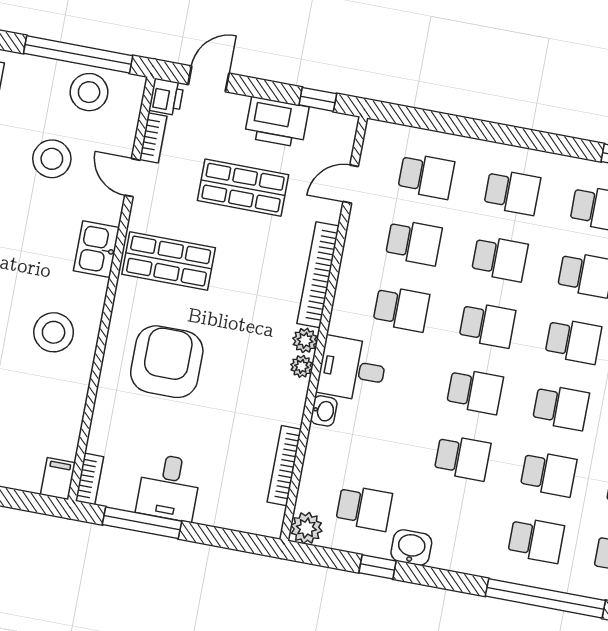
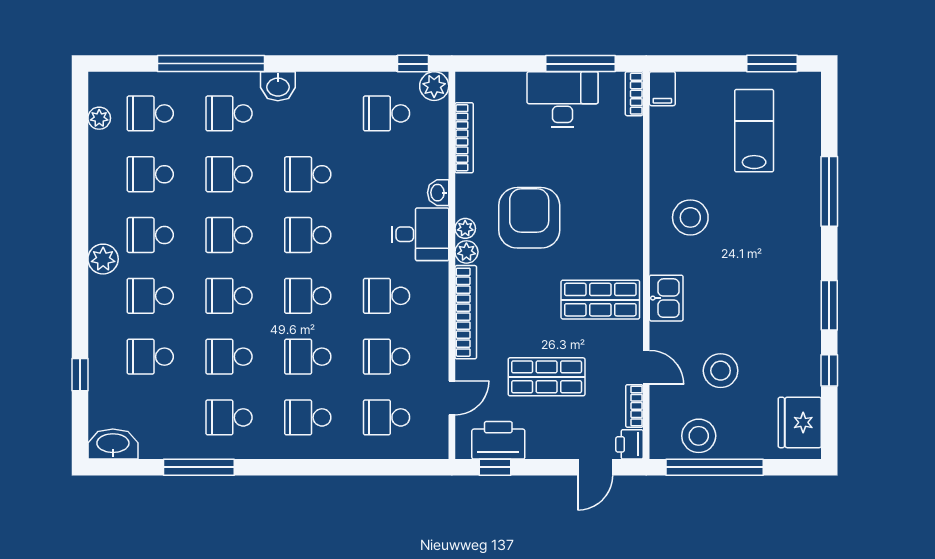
printer: (277, 122) -> (498, 440), moved
armchair: (167, 362) -> (529, 218), moved, turned 180
desk: (169, 487) -> (563, 99), width x1.37
washbasin: (411, 548) -> (278, 86), moved
window: (377, 567) -> (413, 64), moved

